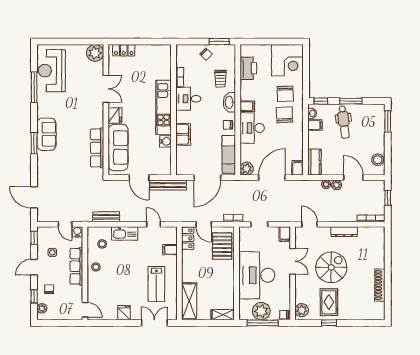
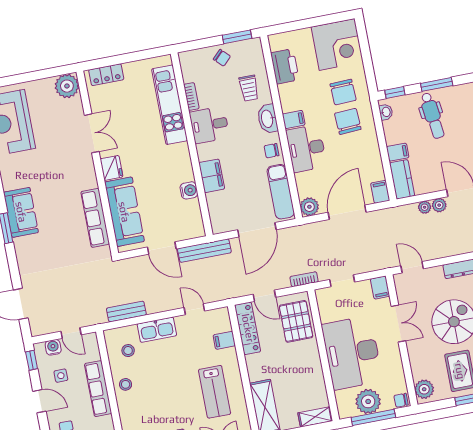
kitchen unit: (164, 107) -> (170, 105), moved
filing cabinet: (315, 125) -> (398, 152), moved
water cooler: (77, 232) -> (53, 347), moved
locker: (188, 238) -> (248, 328), width x1.53
door: (34, 267) -> (39, 401), swing flipped

